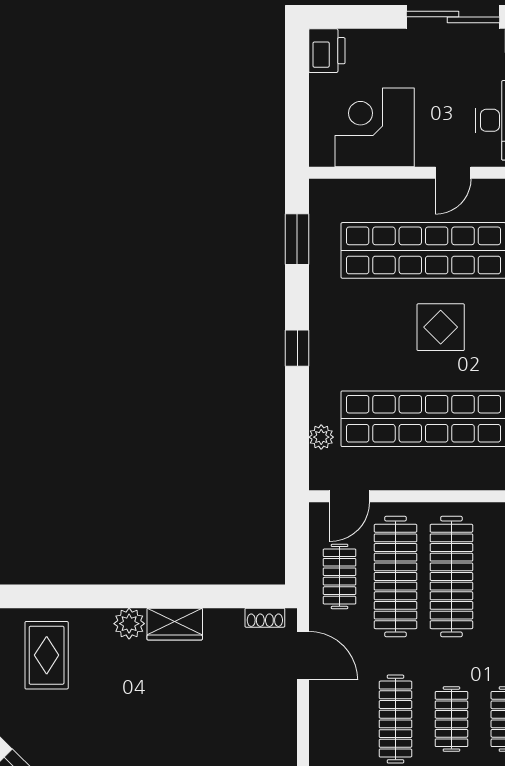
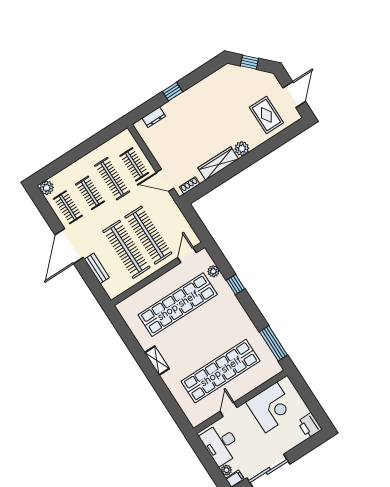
window: (297, 239) -> (273, 343), width x1.44
display table: (441, 327) -> (194, 345), removed
window: (297, 348) -> (235, 285), moved
clothes rail: (340, 576) -> (134, 164), moved
wardrobe: (175, 624) -> (218, 163), width x1.50

